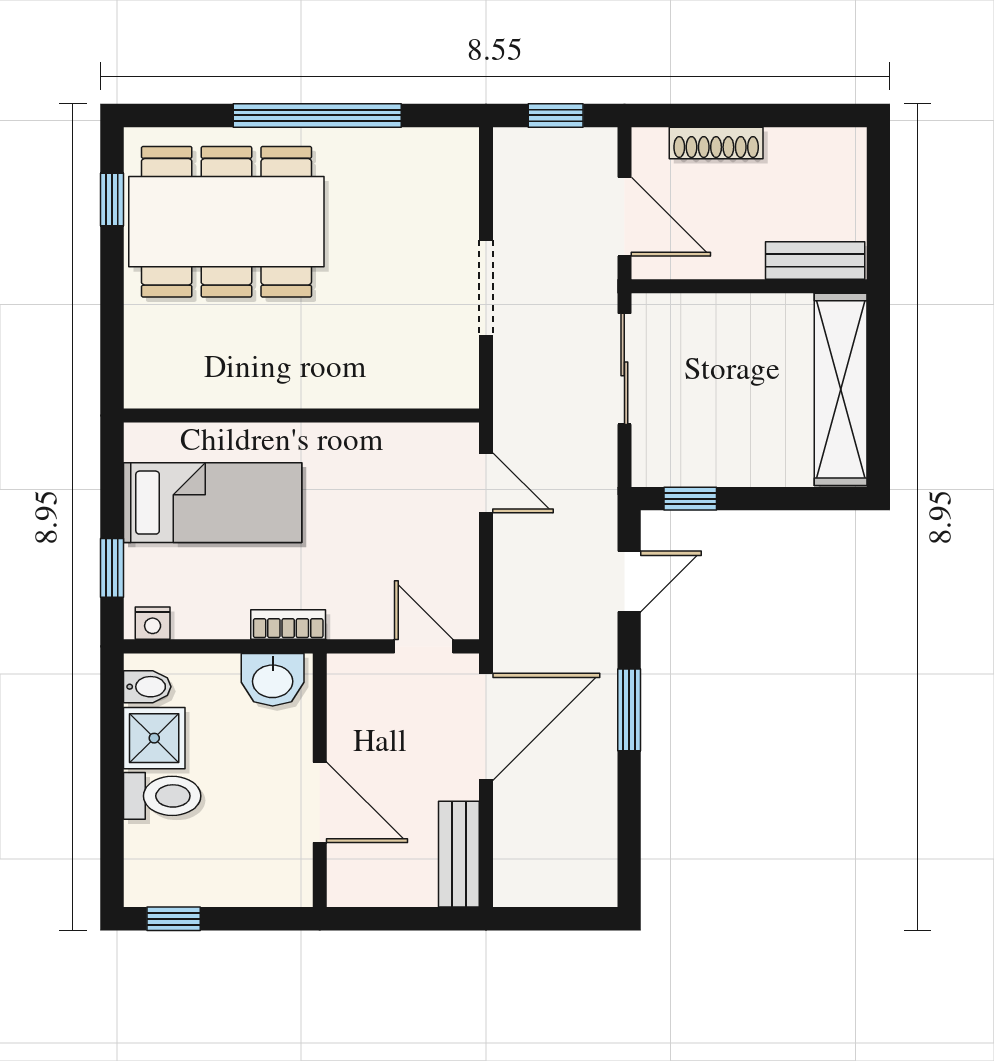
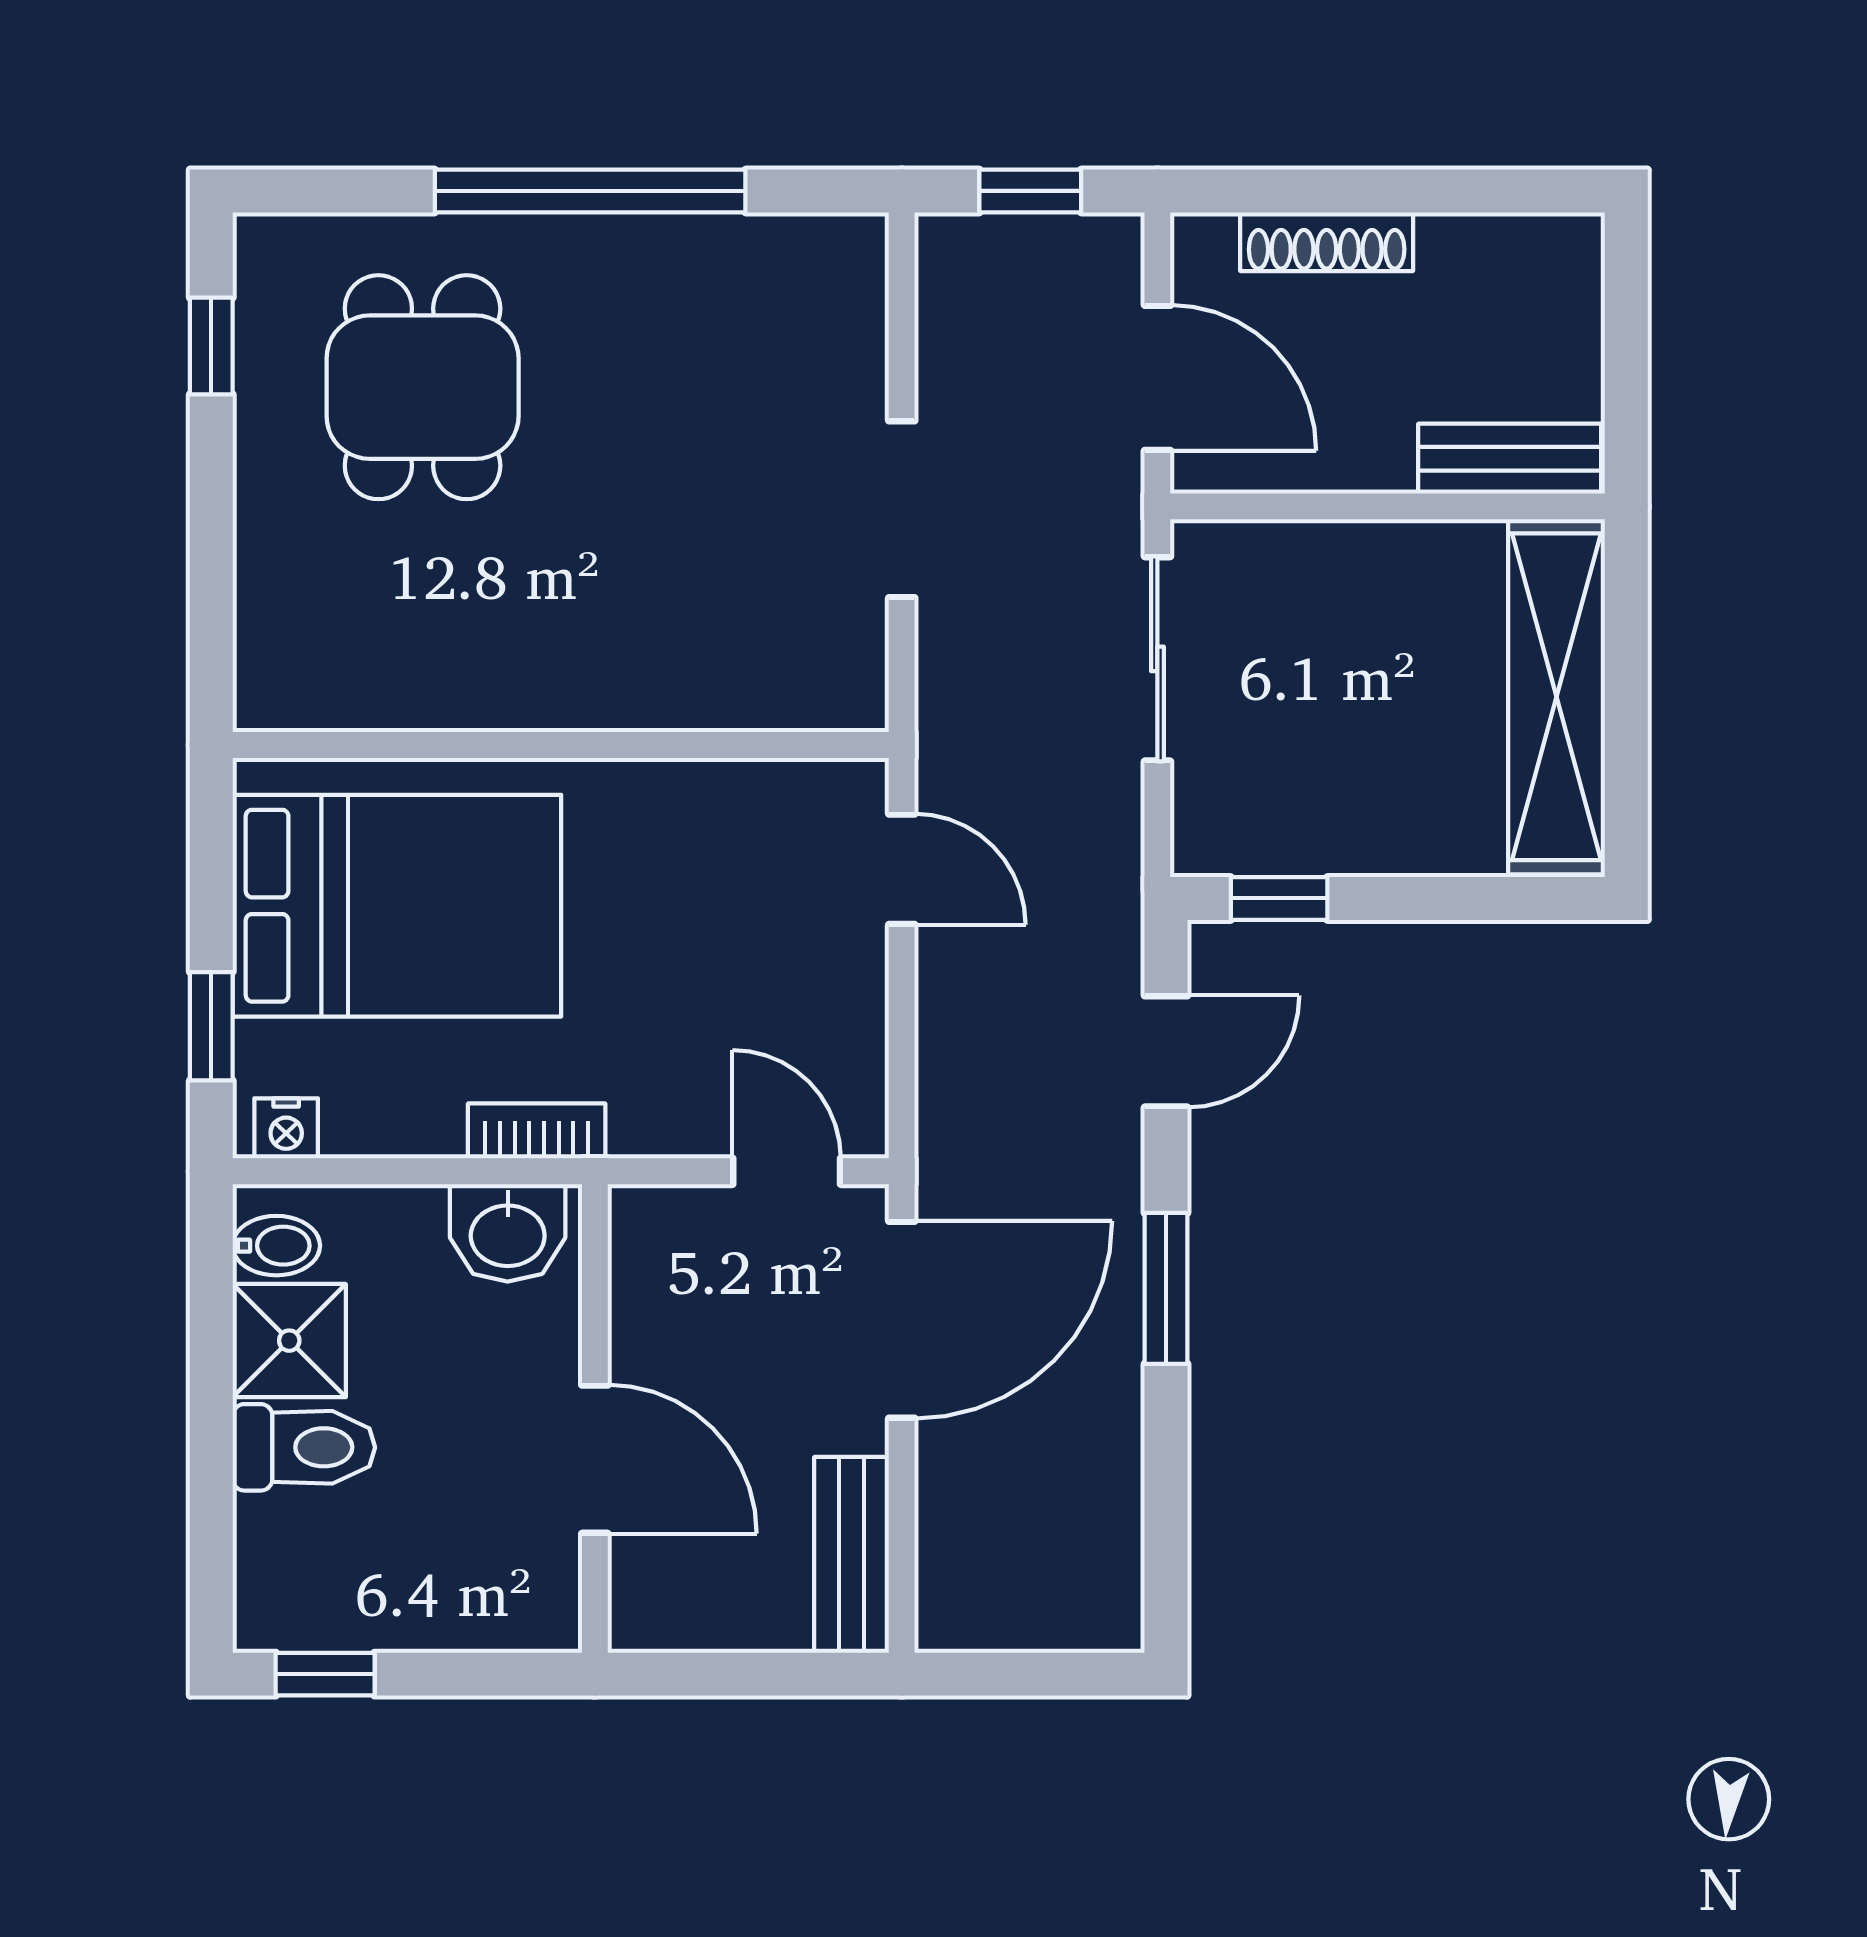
dining table: (226, 222) -> (423, 387), width x0.53, depth x0.80
bed: (213, 503) -> (397, 906), width x1.50

